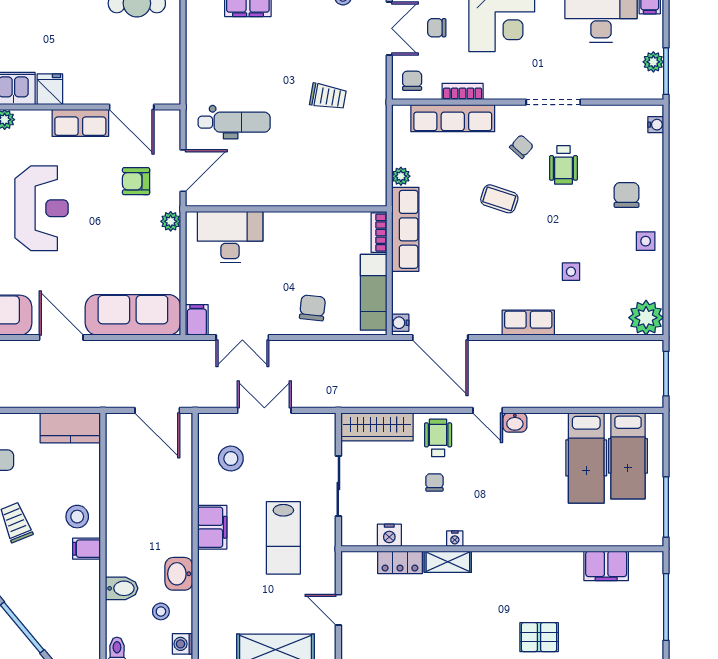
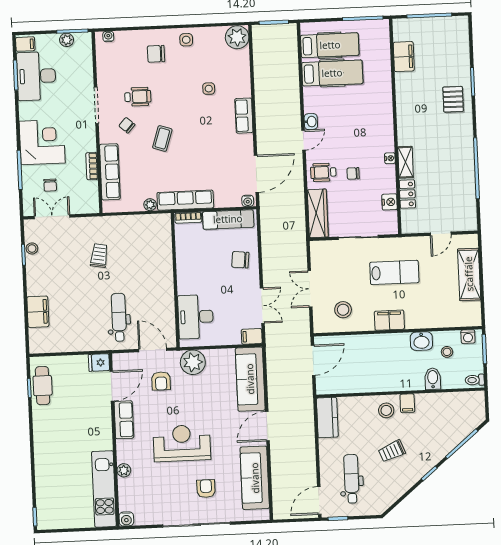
chair: (412, 81) -> (86, 200), removed
fridge: (50, 89) -> (99, 363), moved
plant: (171, 221) -> (193, 362), width x1.88, depth x1.88

